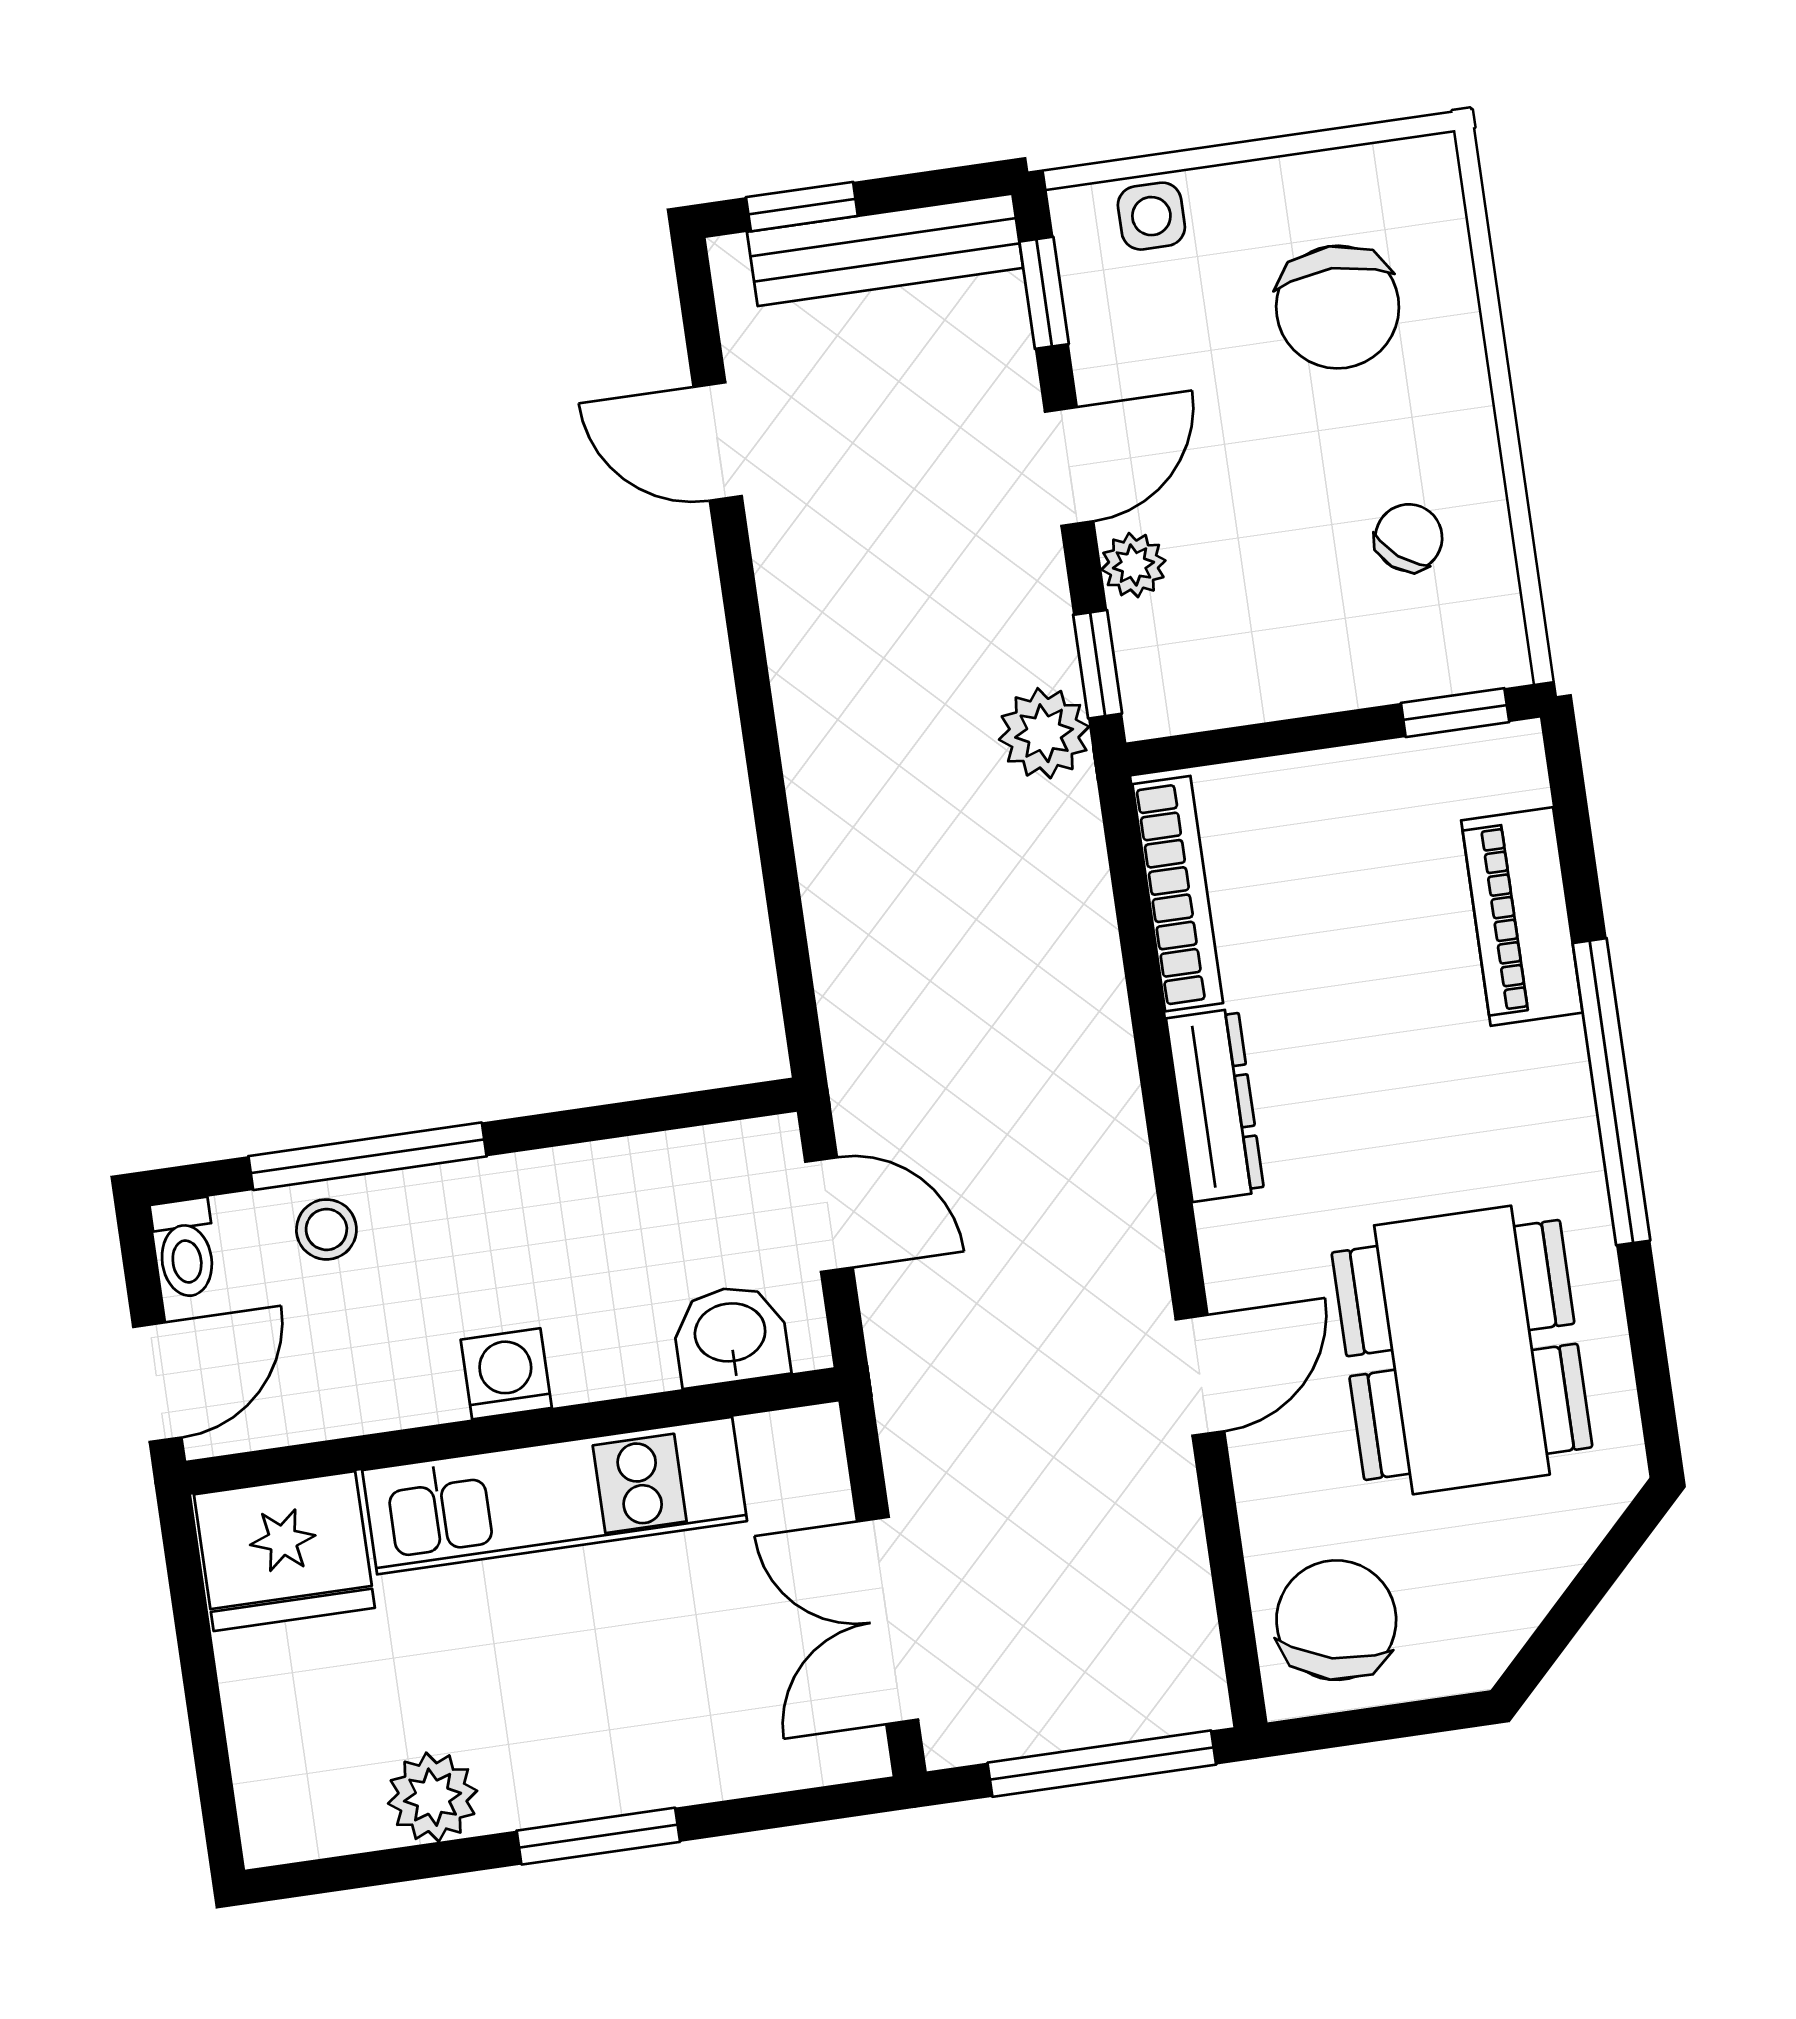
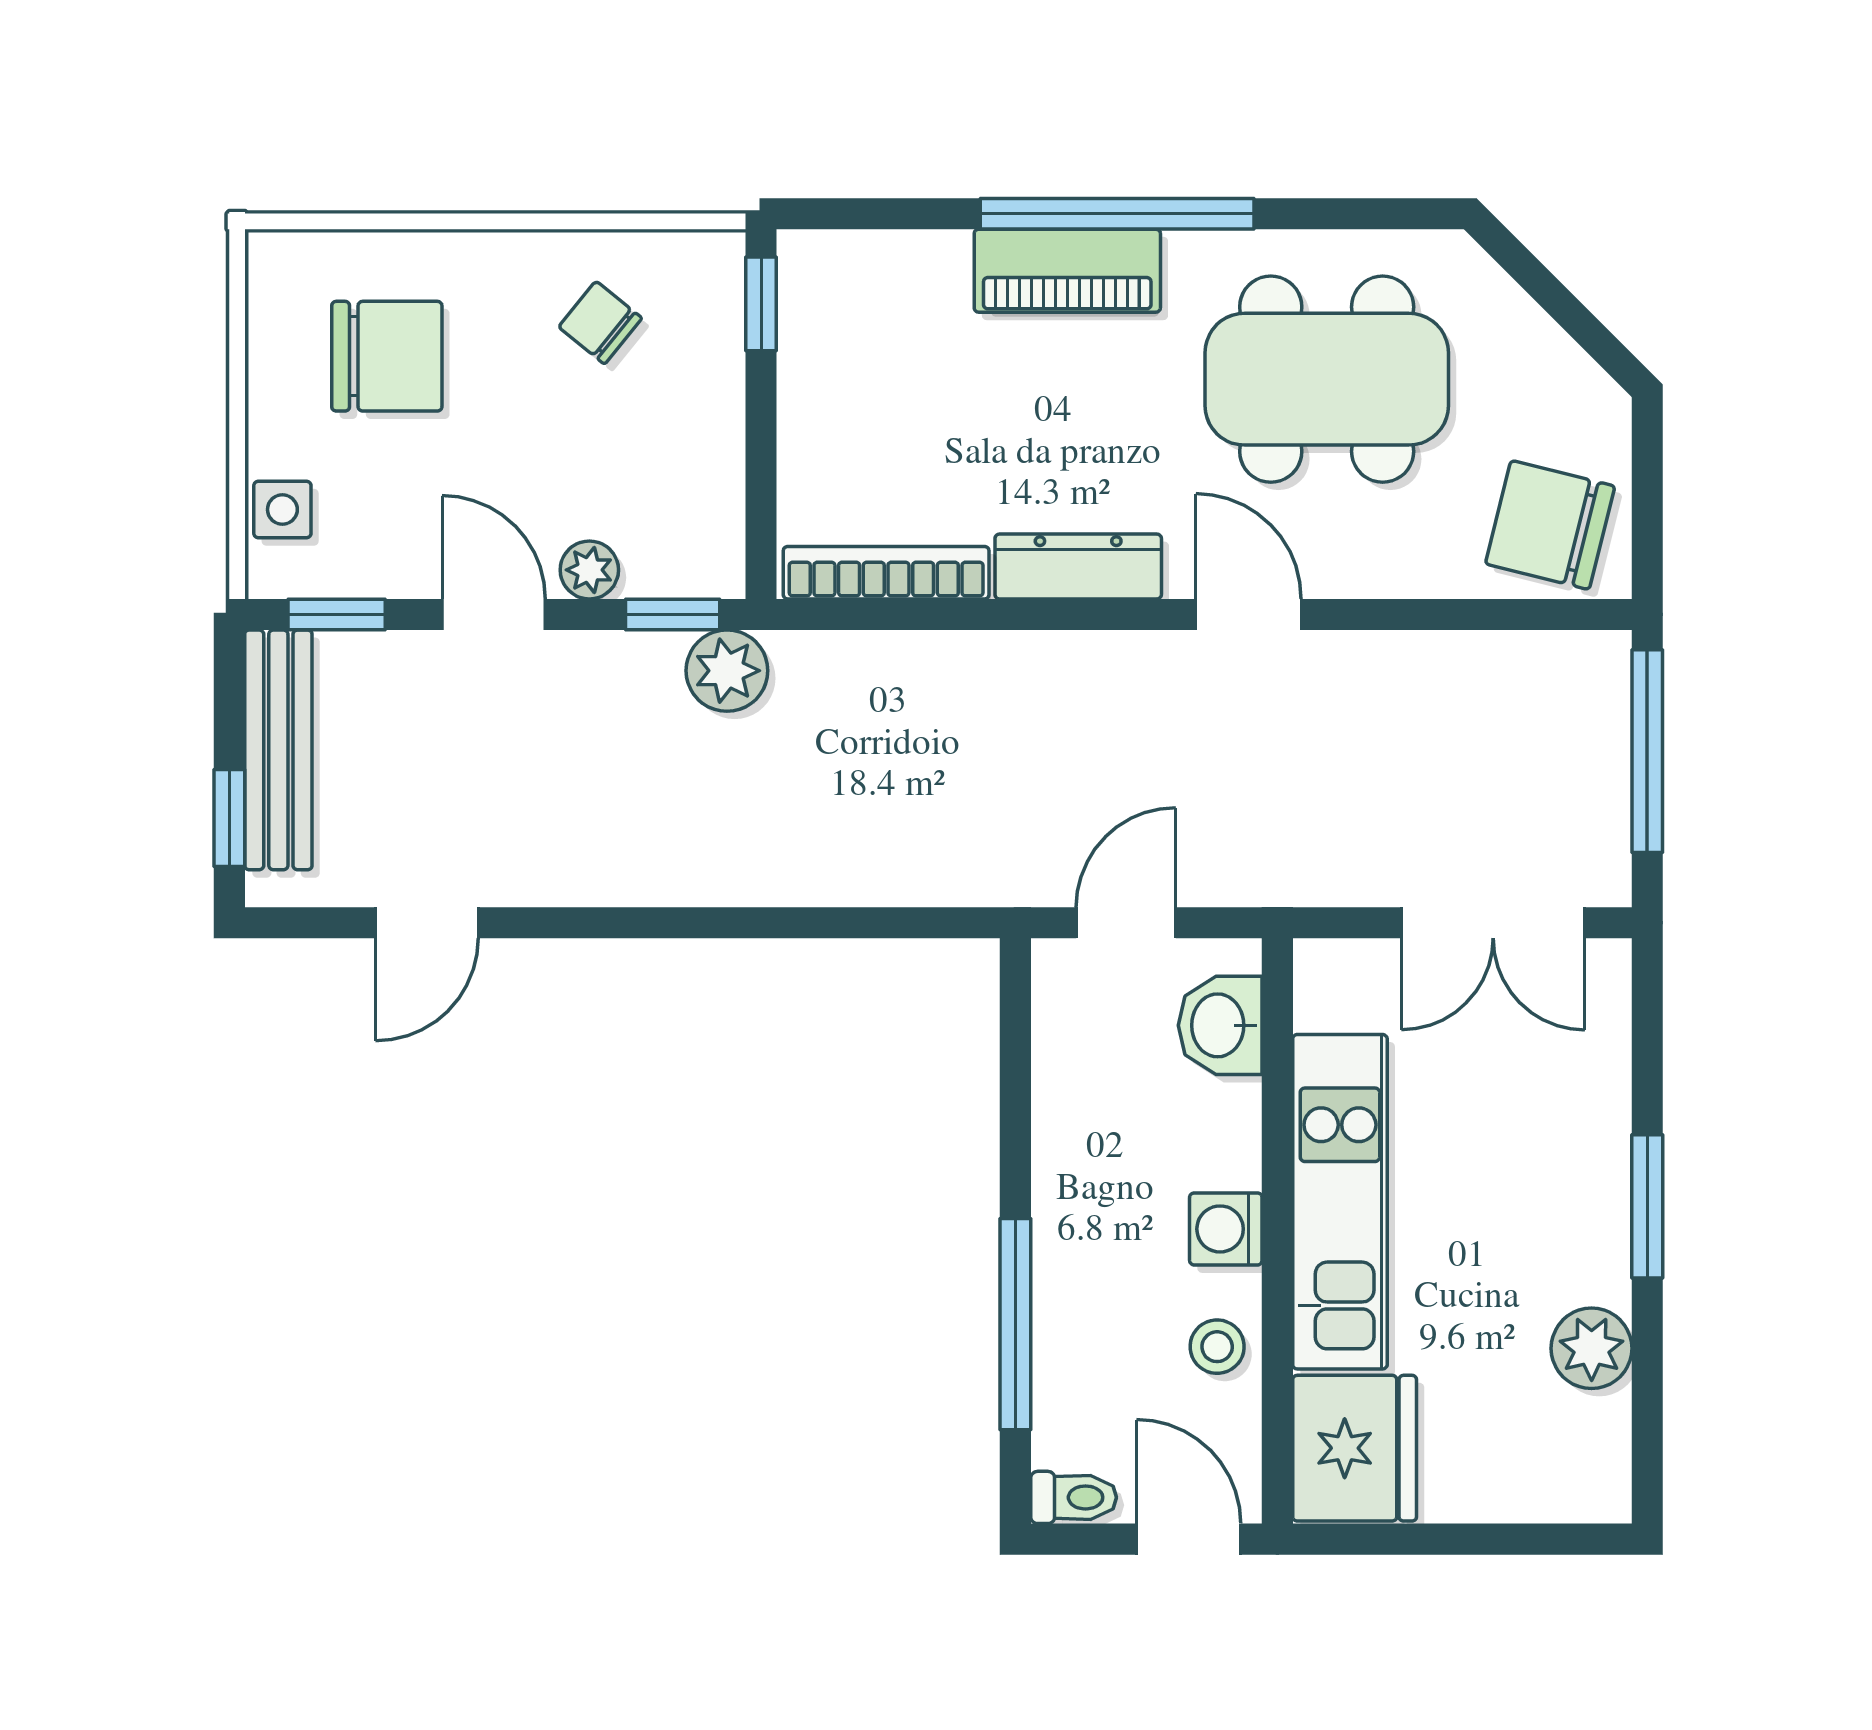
piano: (1522, 916) -> (1067, 271), moved
stool: (326, 1229) -> (1217, 1347), moved
door: (1200, 1375) -> (1249, 614), moved

